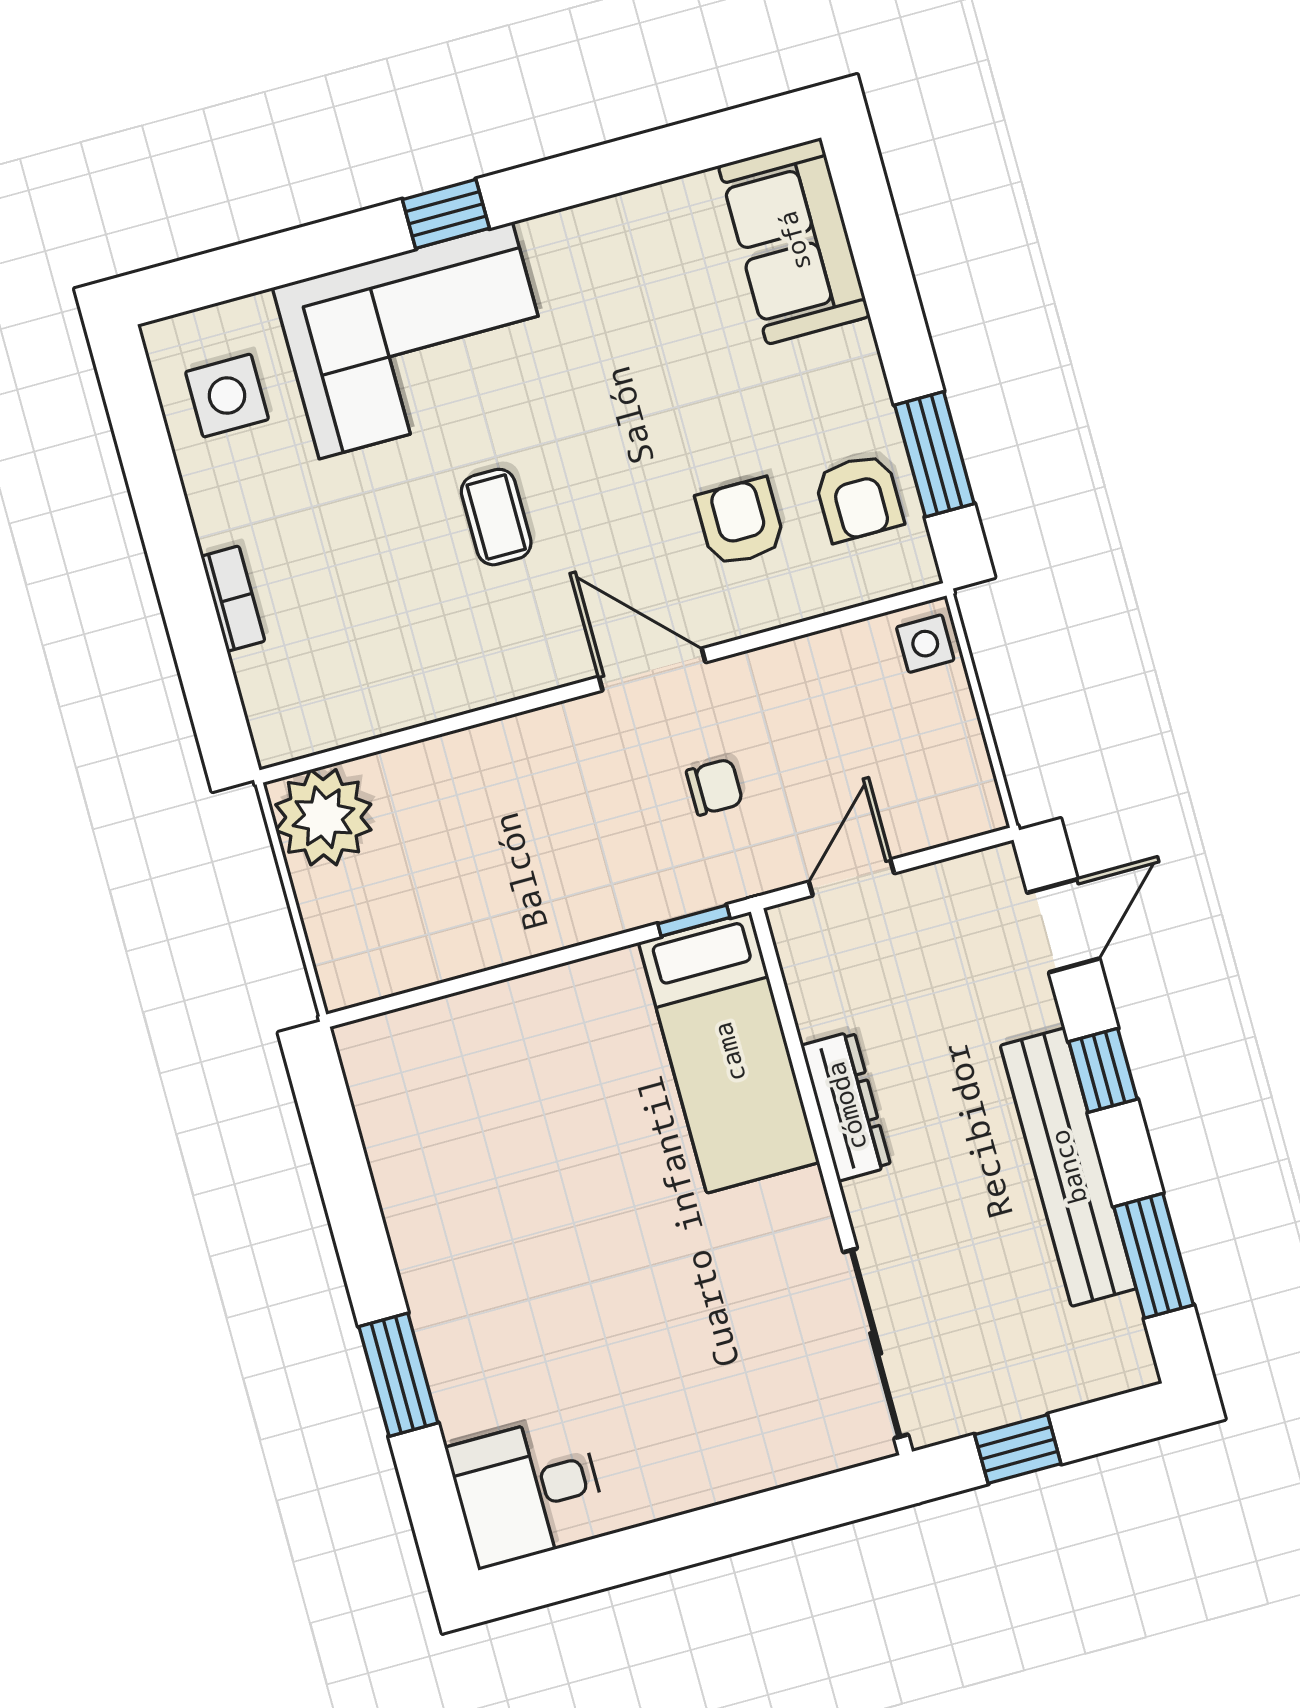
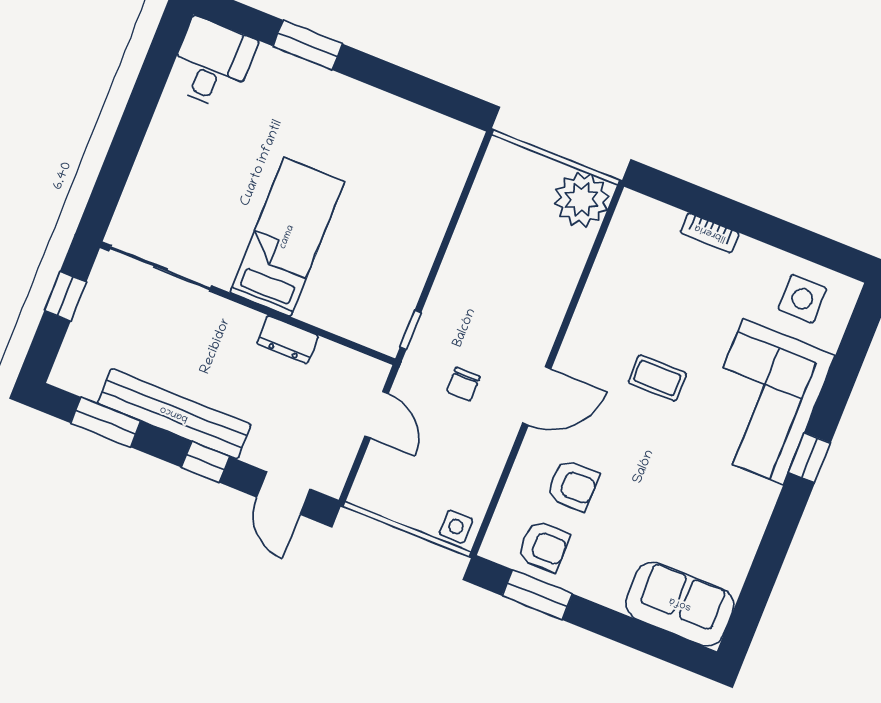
armchair: (859, 498) -> (544, 546), turned 180
bed: (729, 1052) -> (287, 237), moved, turned 90
dresser: (846, 1106) -> (288, 340), width x0.70

